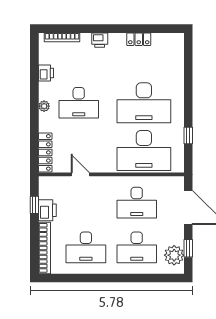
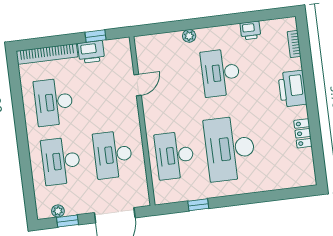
bookcase: (62, 37) -> (294, 44), width x0.64
printer: (100, 40) -> (292, 89), width x1.87, depth x1.48
plant: (44, 106) -> (189, 36), moved
desk: (144, 150) -> (175, 155), width x0.73, depth x0.77
locker: (45, 152) -> (158, 41), removed
plant: (174, 255) -> (58, 211), width x0.53, depth x0.53

